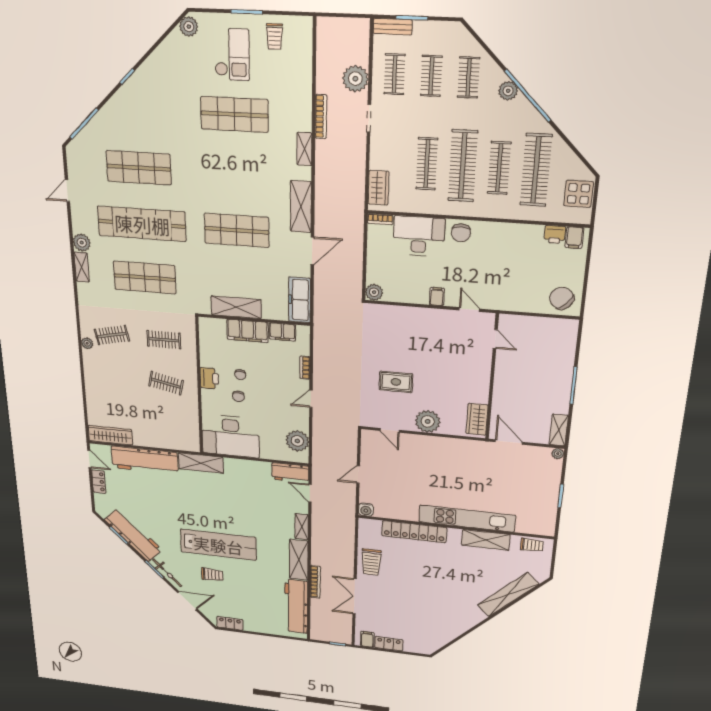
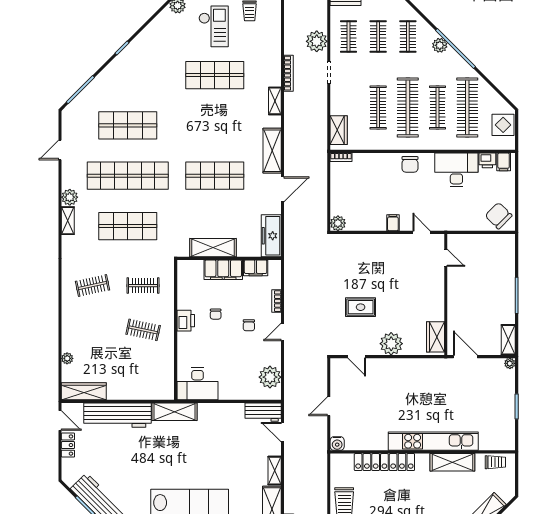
desk: (419, 236) -> (456, 170), moved
plant: (87, 343) -> (67, 358), moved
chair: (238, 396) -> (249, 325), moved
desk: (231, 436) -> (197, 384), width x0.73, depth x0.77

